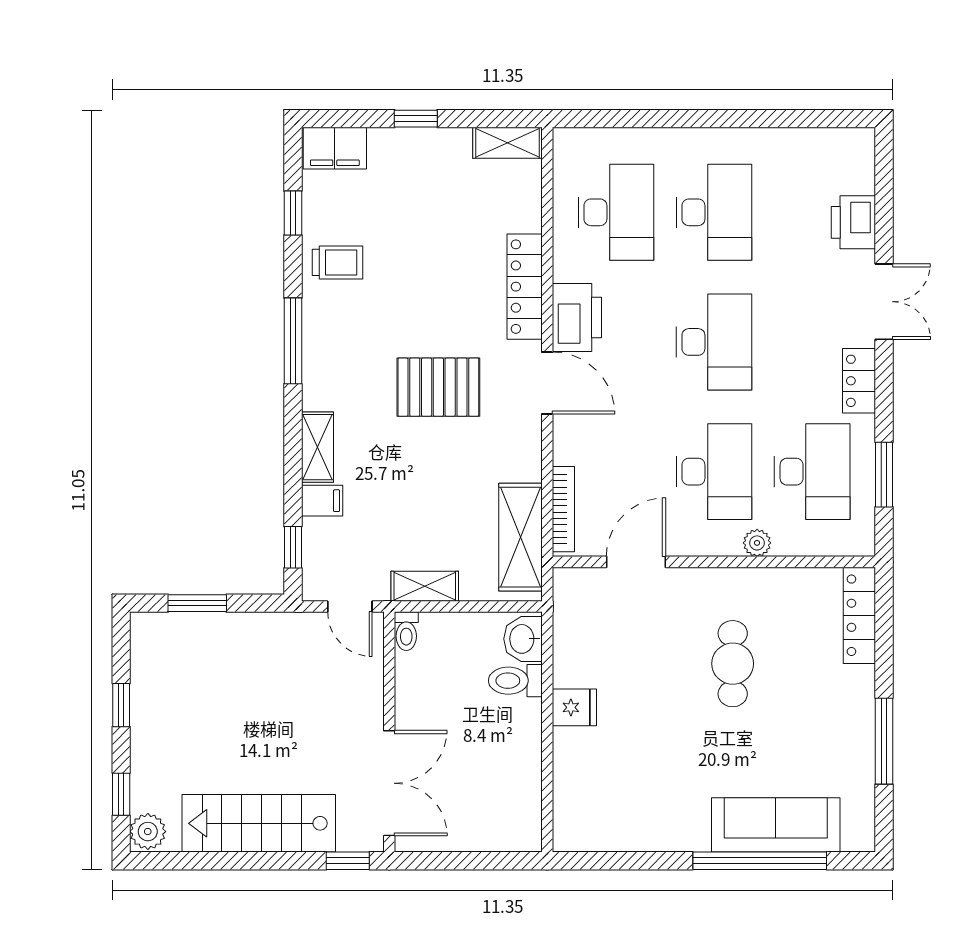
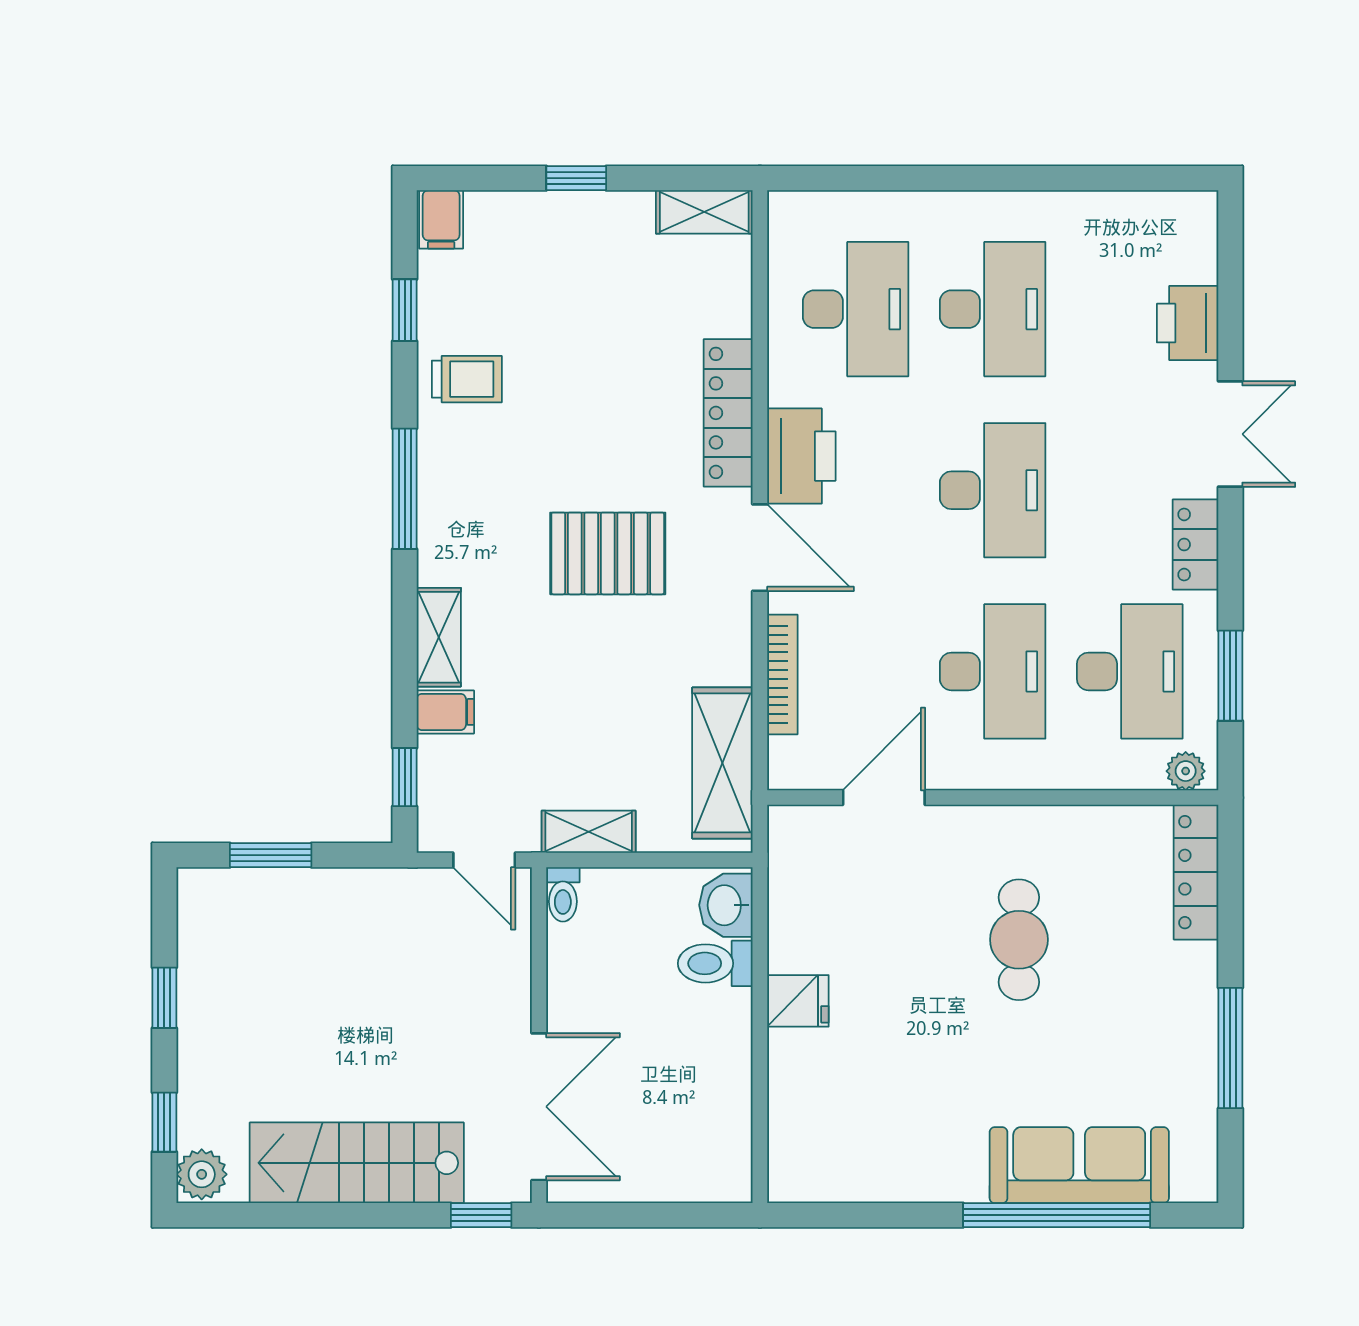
filing cabinet: (335, 148) -> (441, 219), width x0.50
bookcase: (563, 509) -> (782, 674), moved
plant: (757, 543) -> (1186, 771), moved

